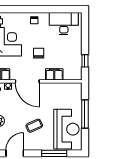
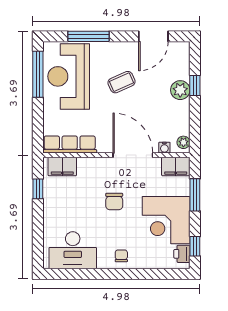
filing cabinet: (54, 74) -> (62, 167), moved
row of seats: (66, 88) -> (70, 144), added
window: (85, 114) -> (38, 74), moved

